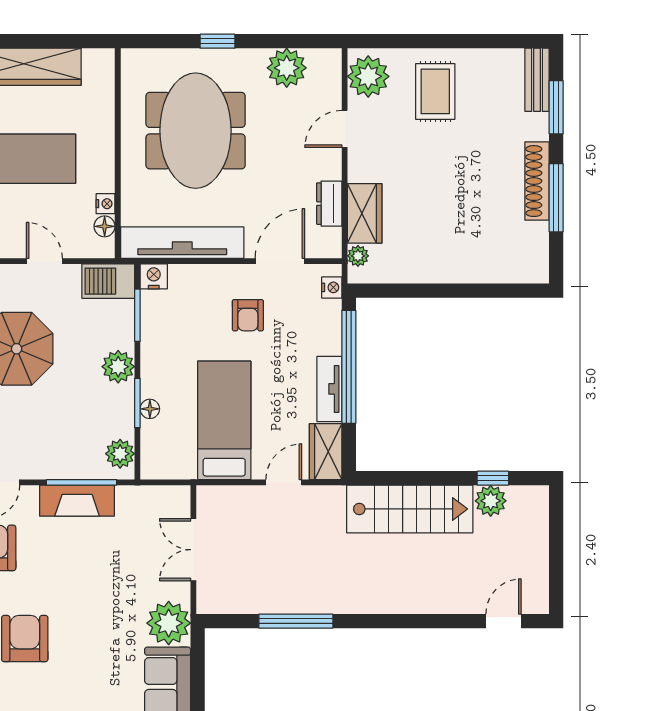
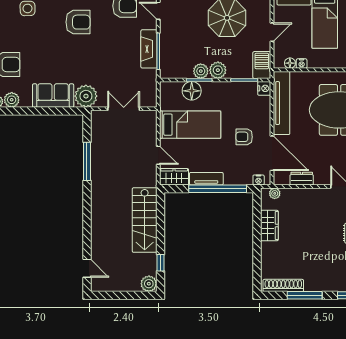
shoe rack: (537, 181) -> (283, 285), moved
wardrobe: (365, 213) -> (269, 226), moved, turned -90
door: (280, 261) -> (272, 153), width x1.36
floor lamp: (150, 409) -> (192, 91), width x1.89, depth x1.89
plant: (120, 454) -> (201, 71), moved
plant: (491, 501) -> (149, 284), moved

